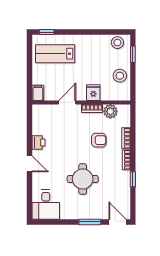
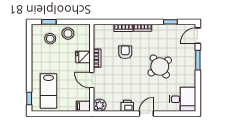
stool: (117, 43) -> (50, 39), moved
plant: (110, 111) -> (100, 105), moved
round table: (83, 179) -> (160, 67), turned -37
window: (133, 179) -> (170, 22), moved

